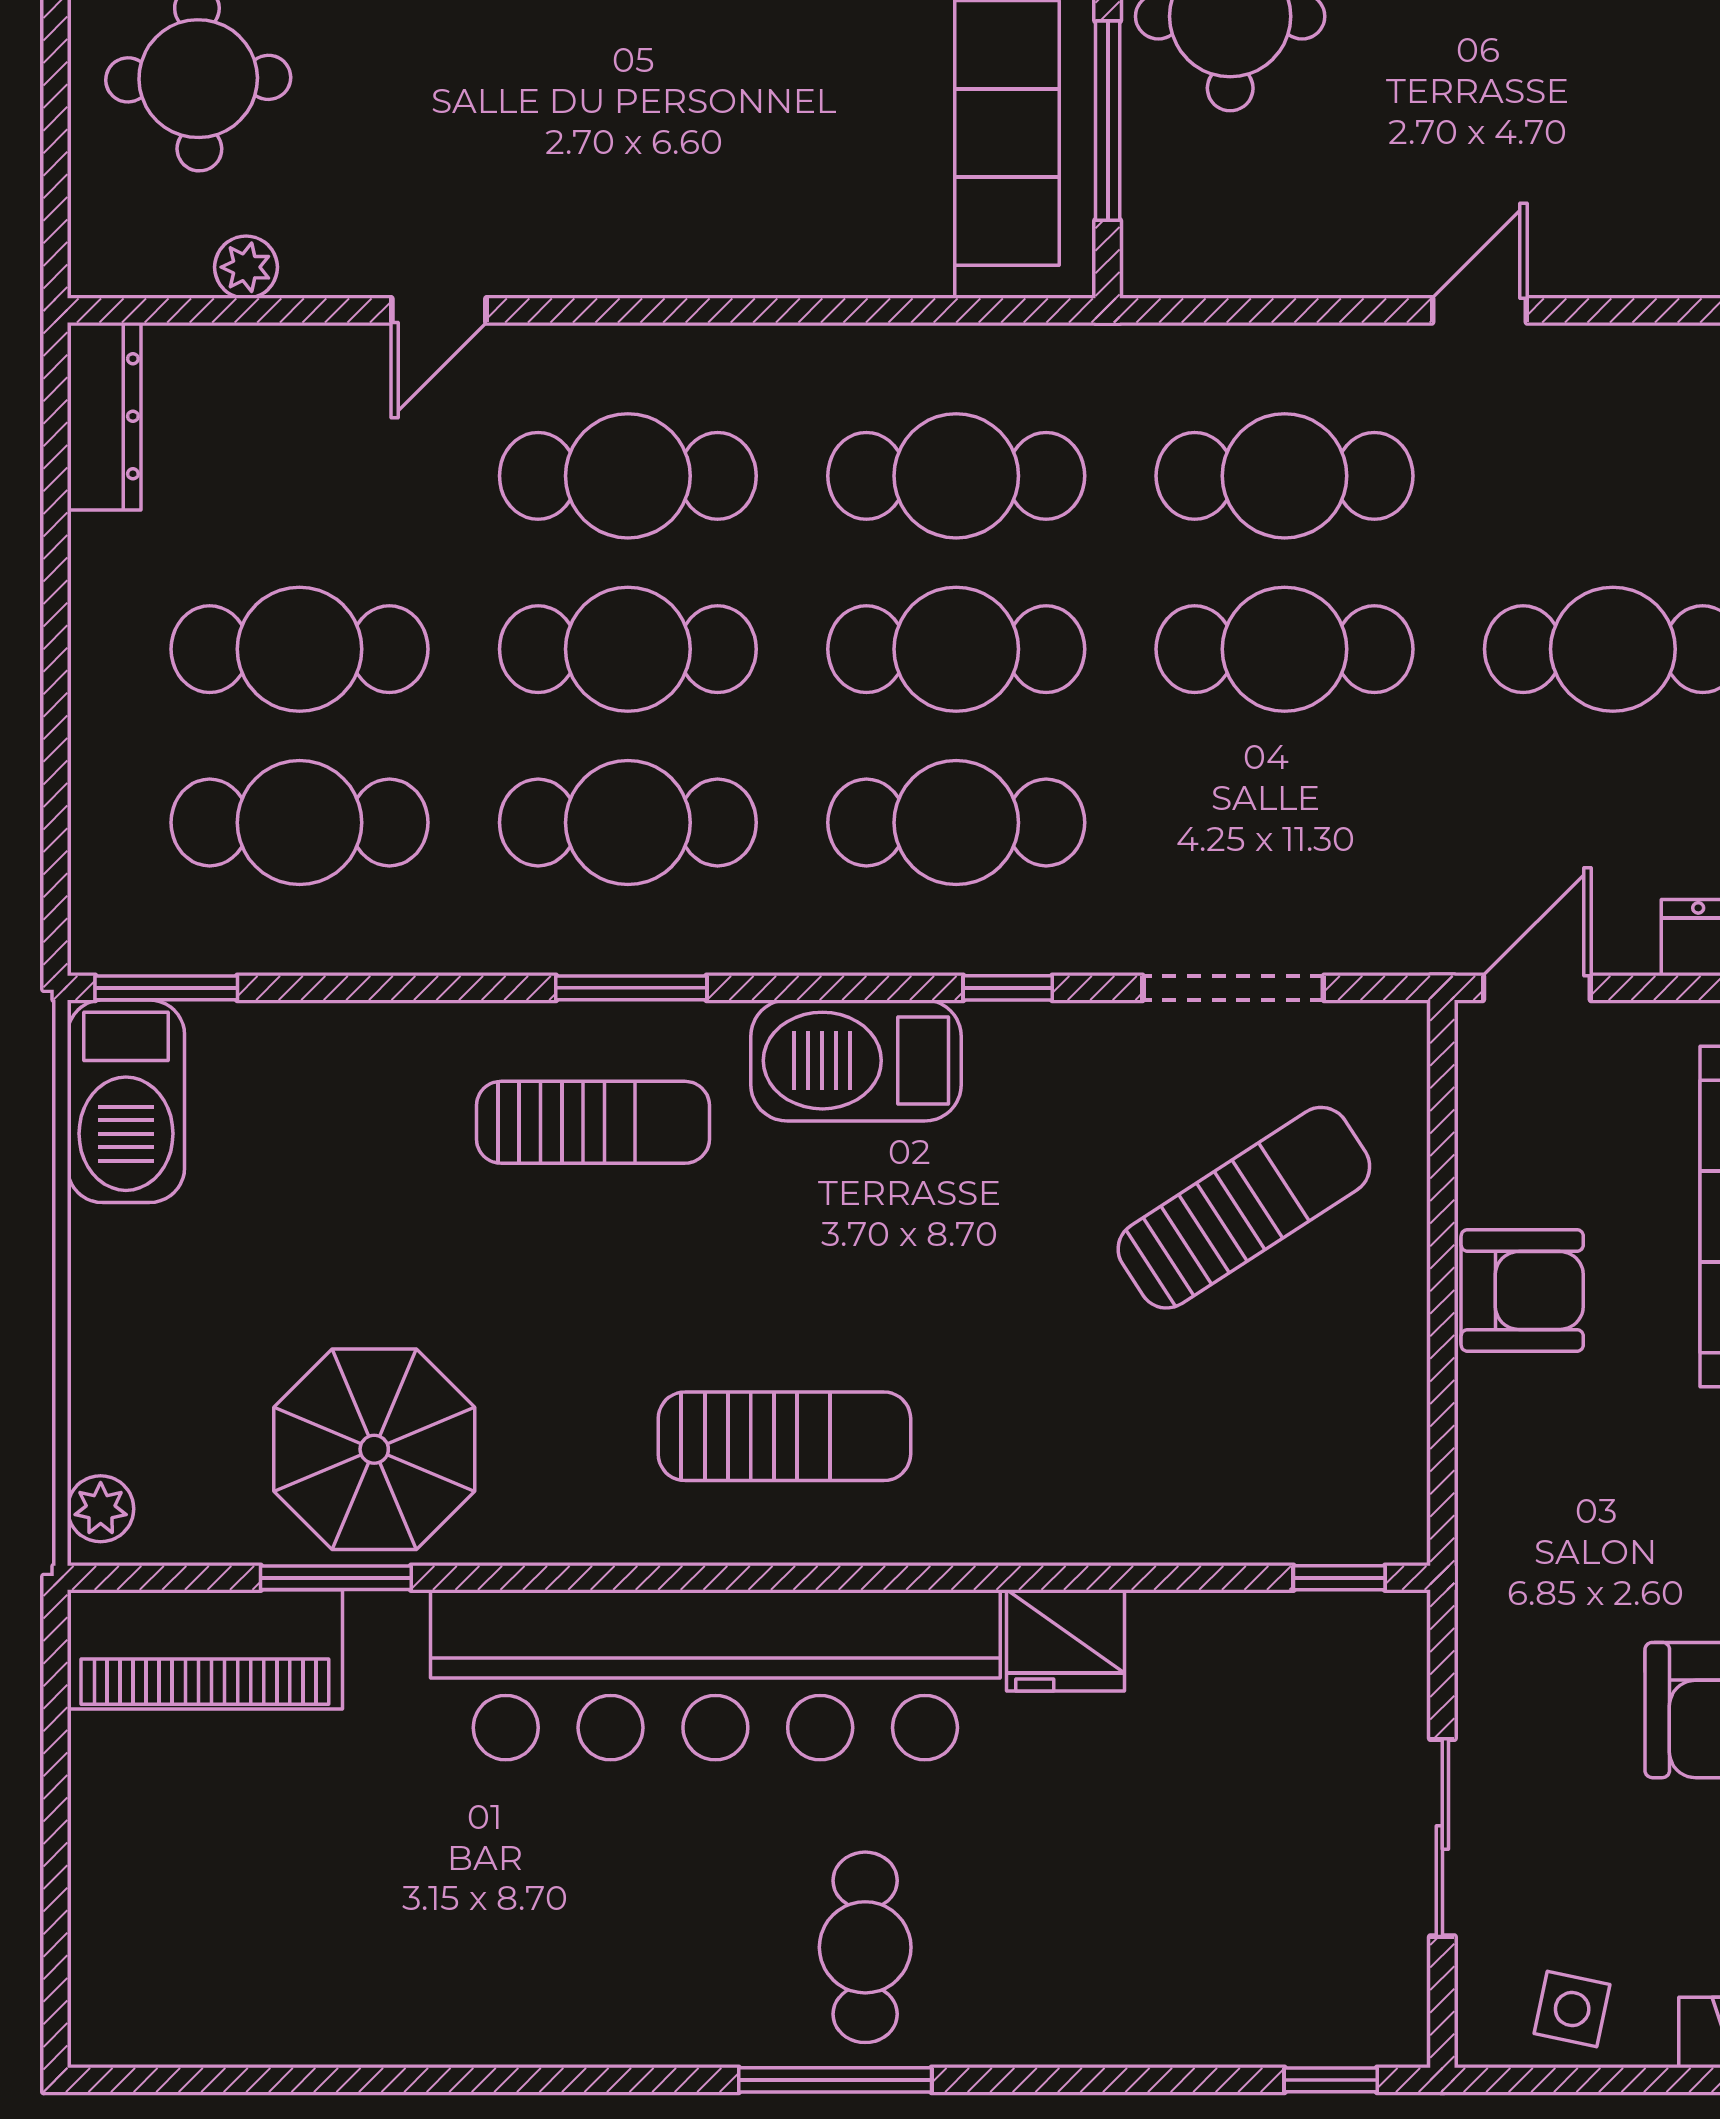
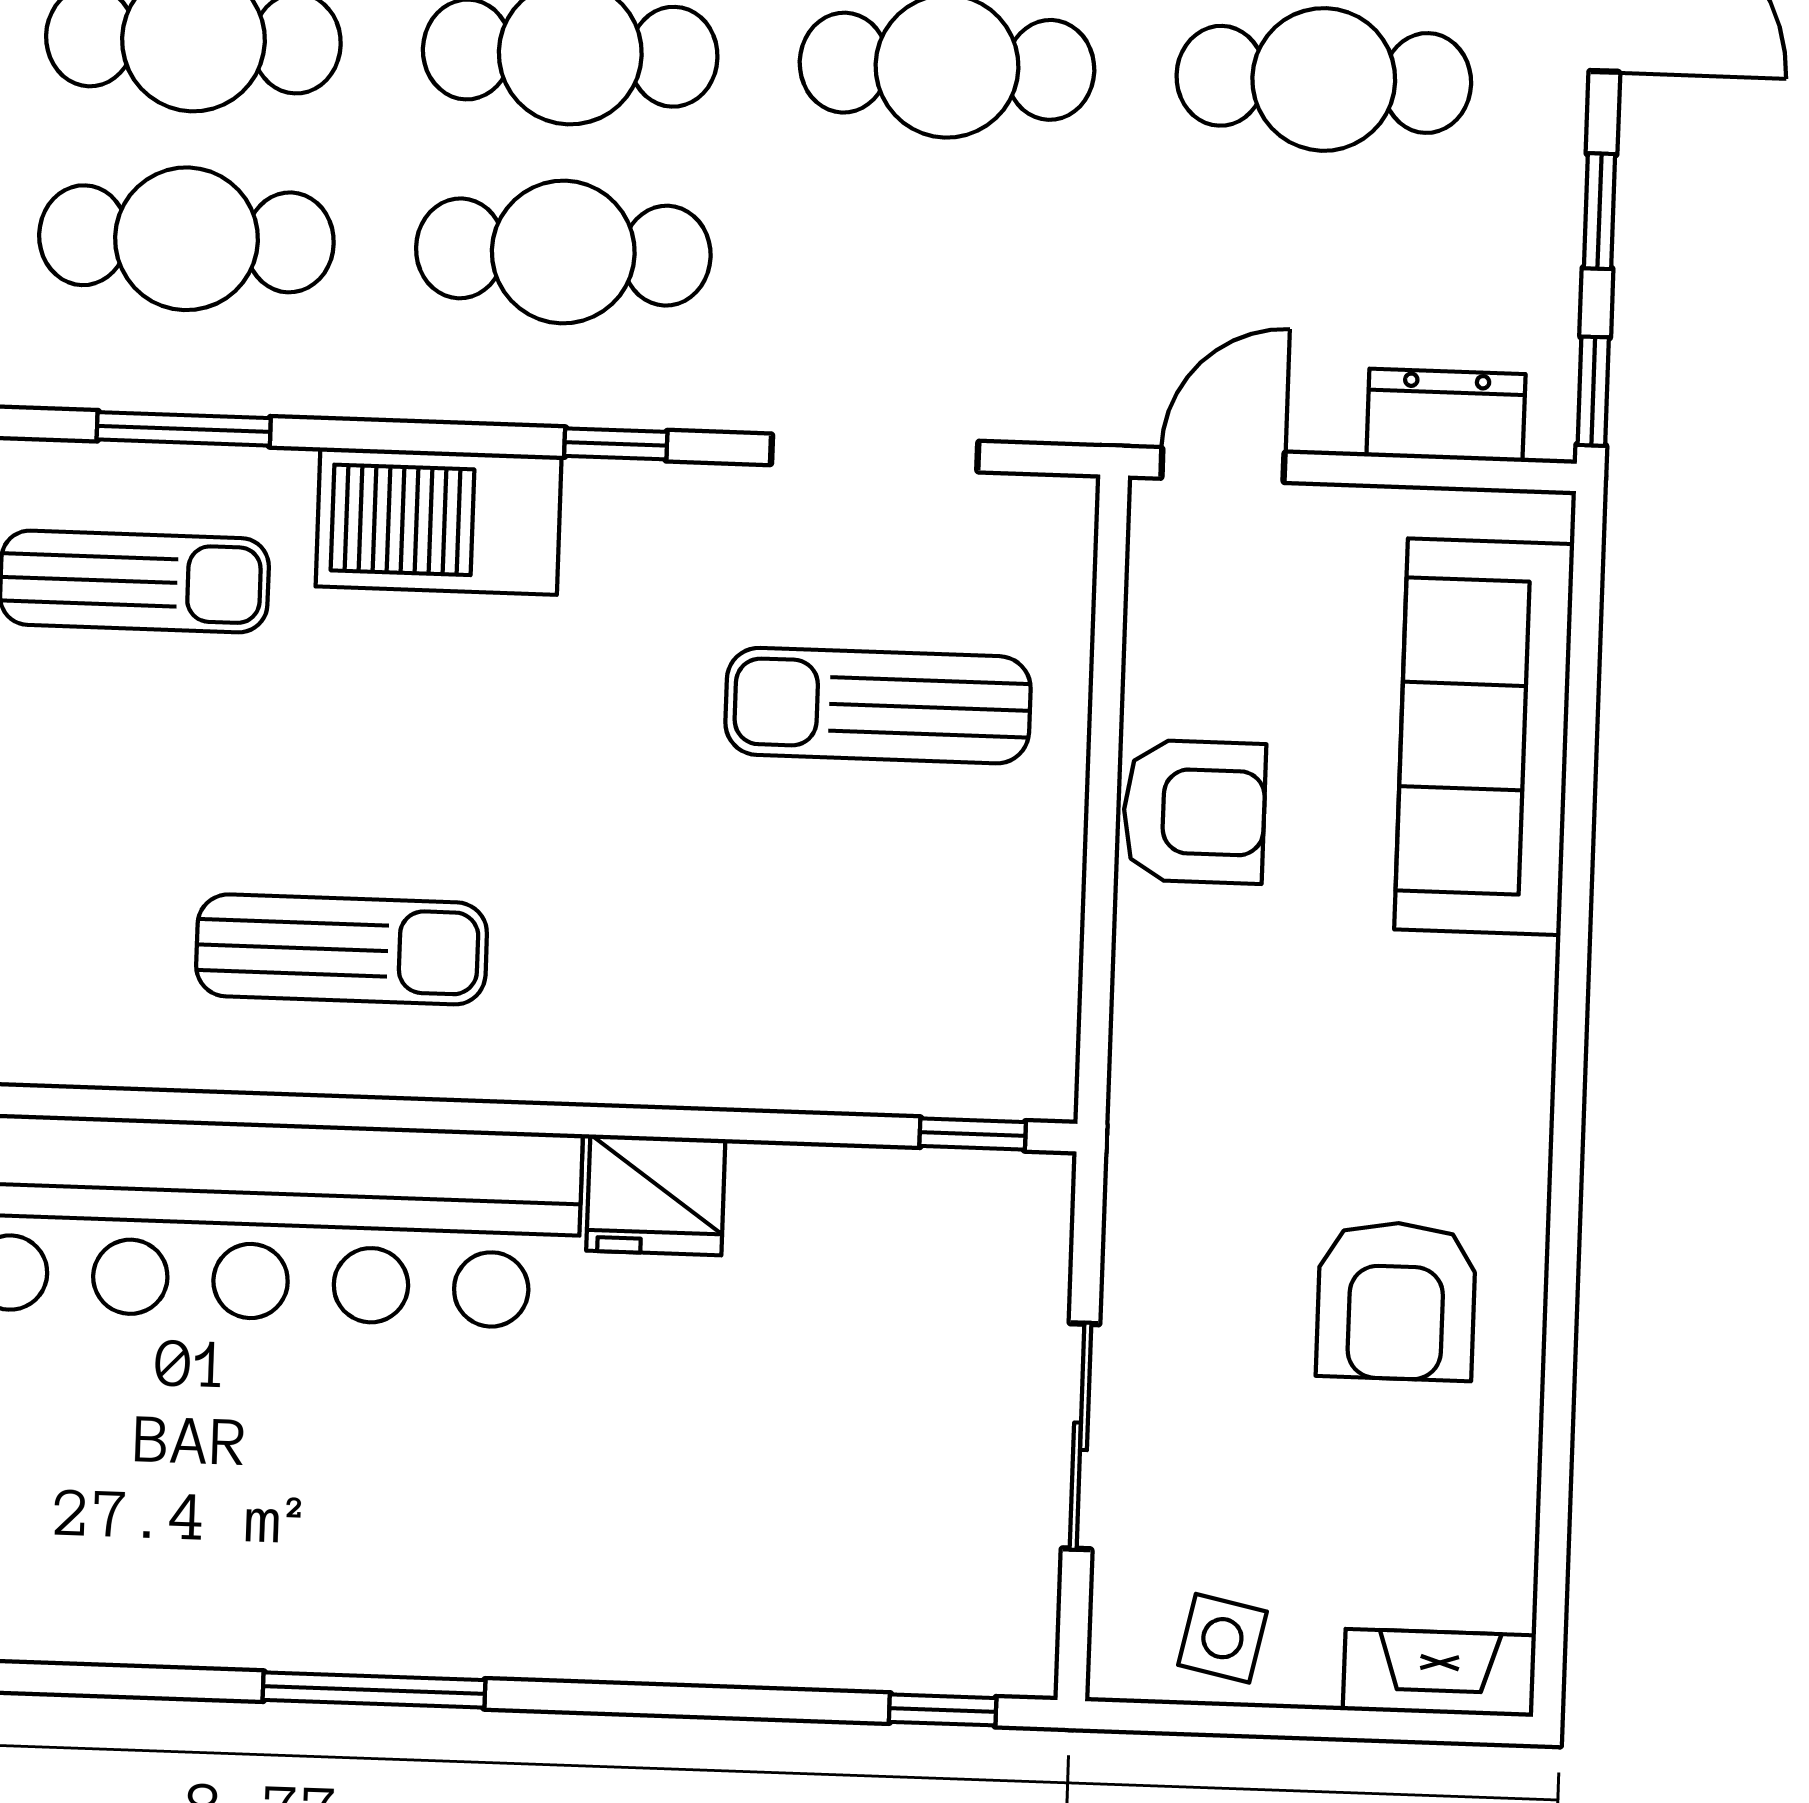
sun lounger: (1244, 1208) -> (878, 706), turned -147
cafe table: (865, 1947) -> (414, 1539), removed

